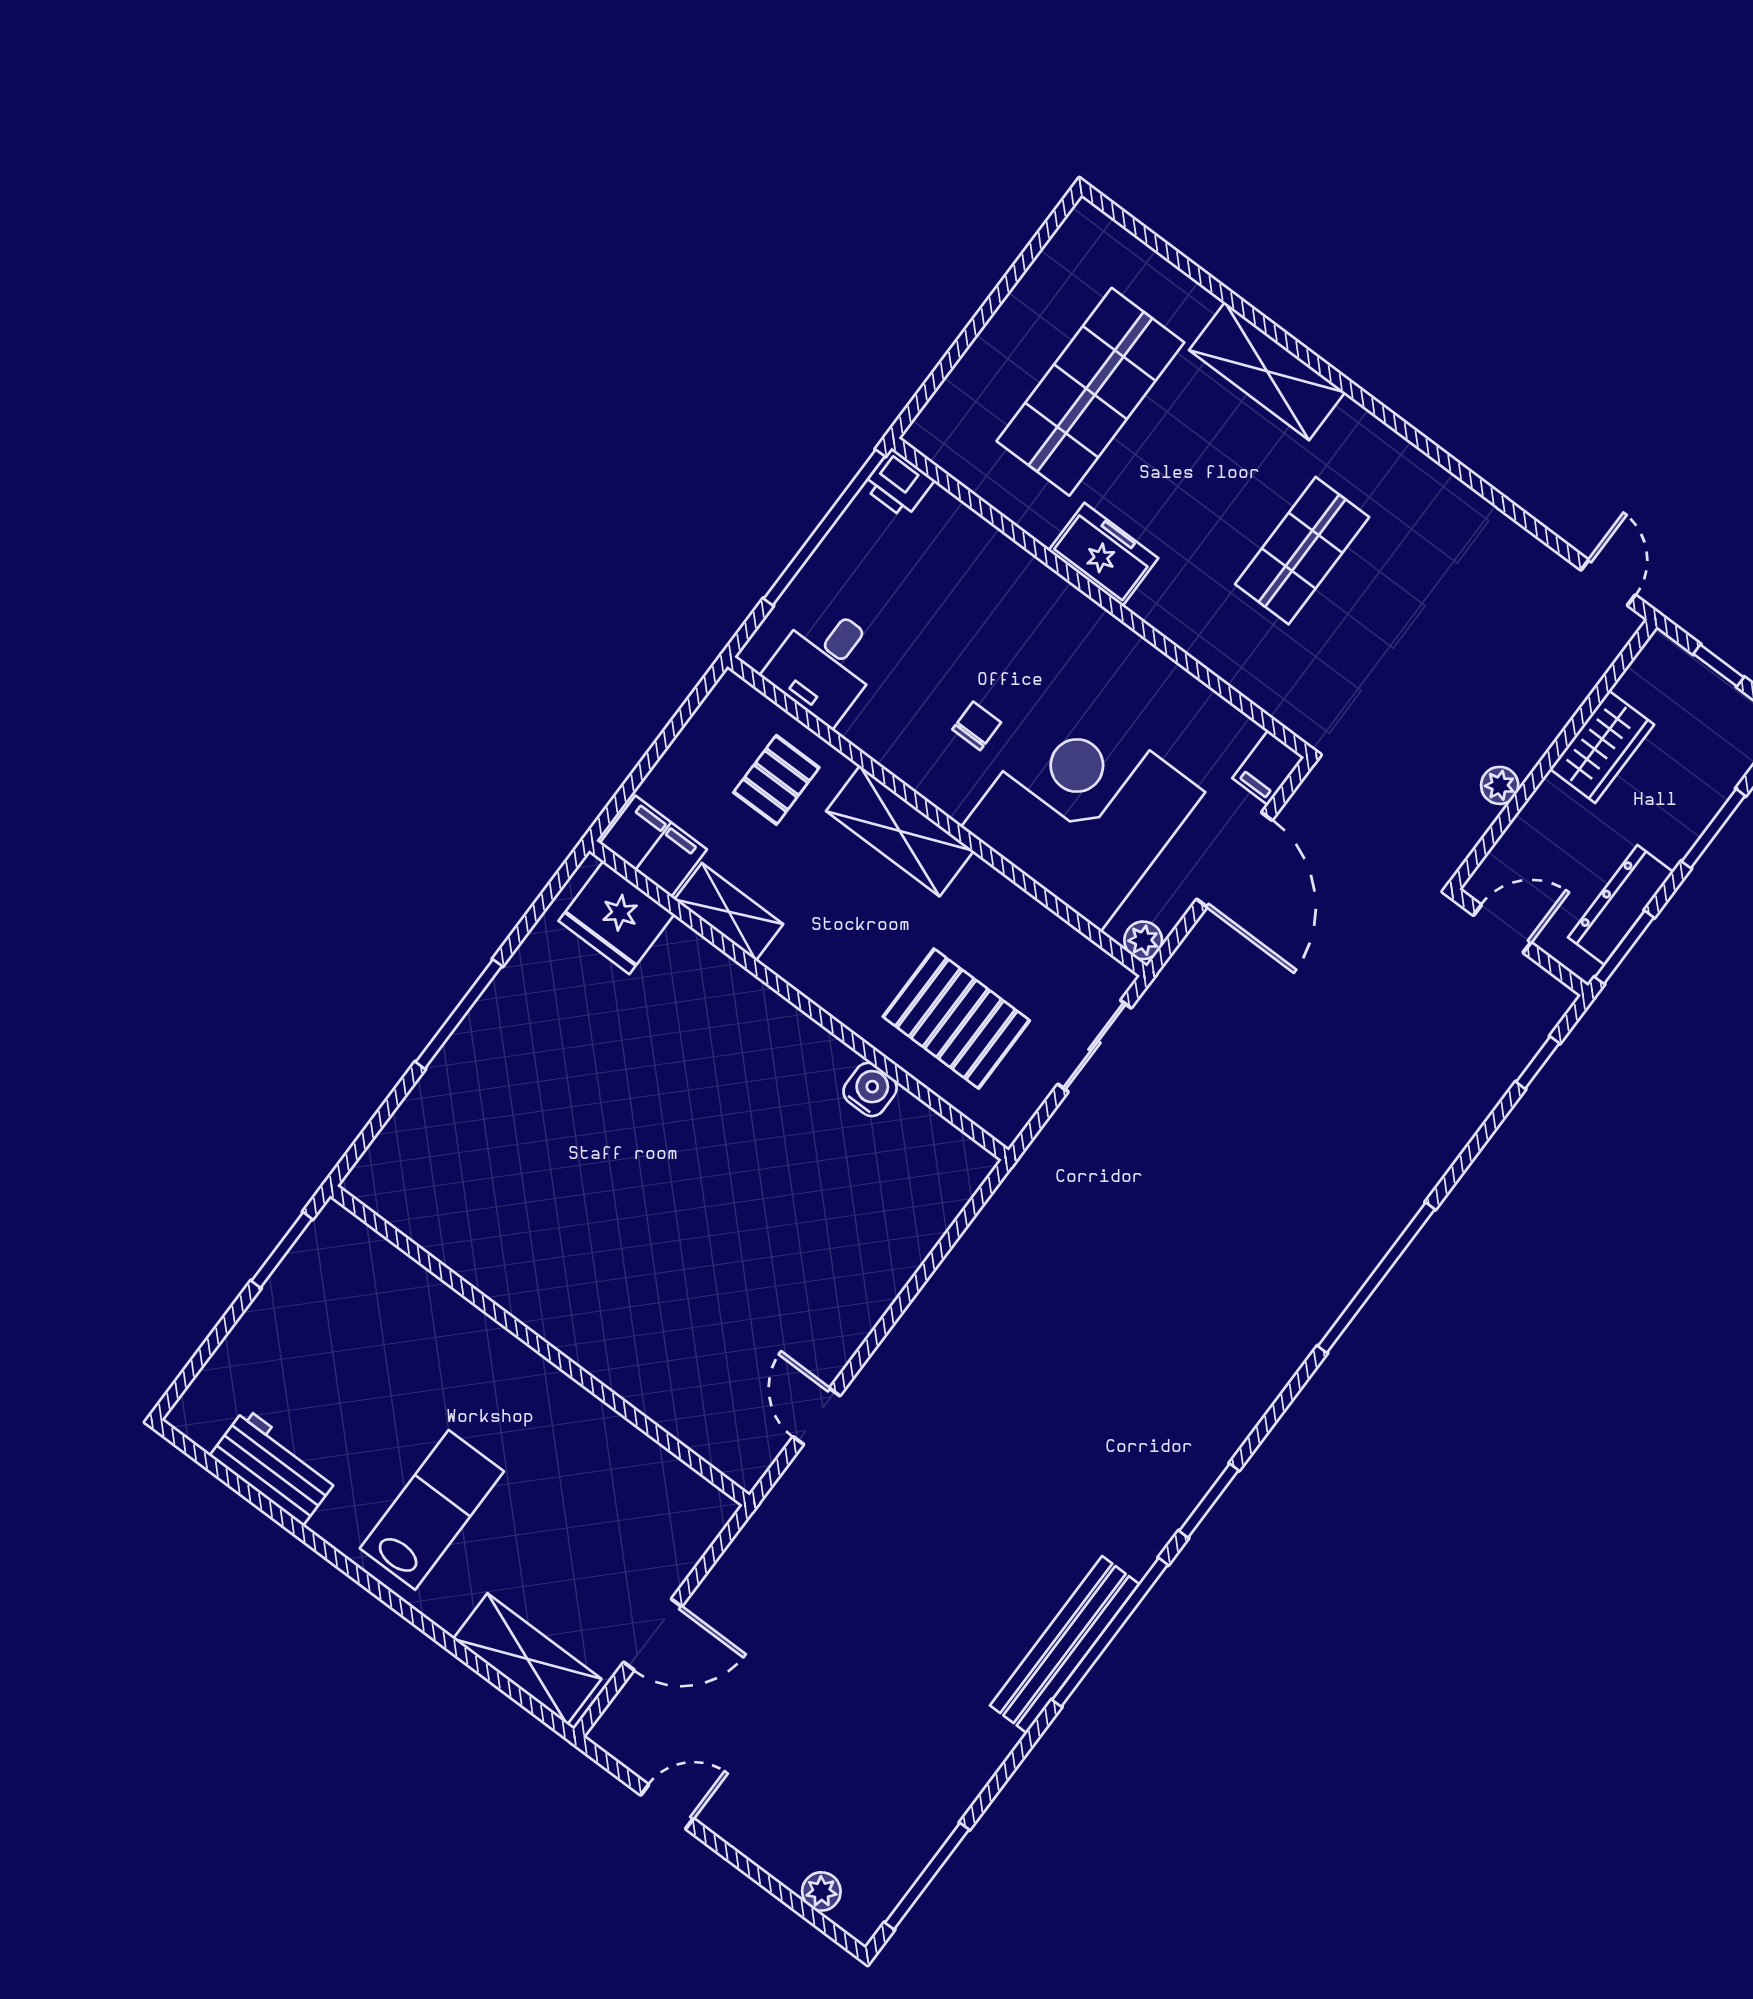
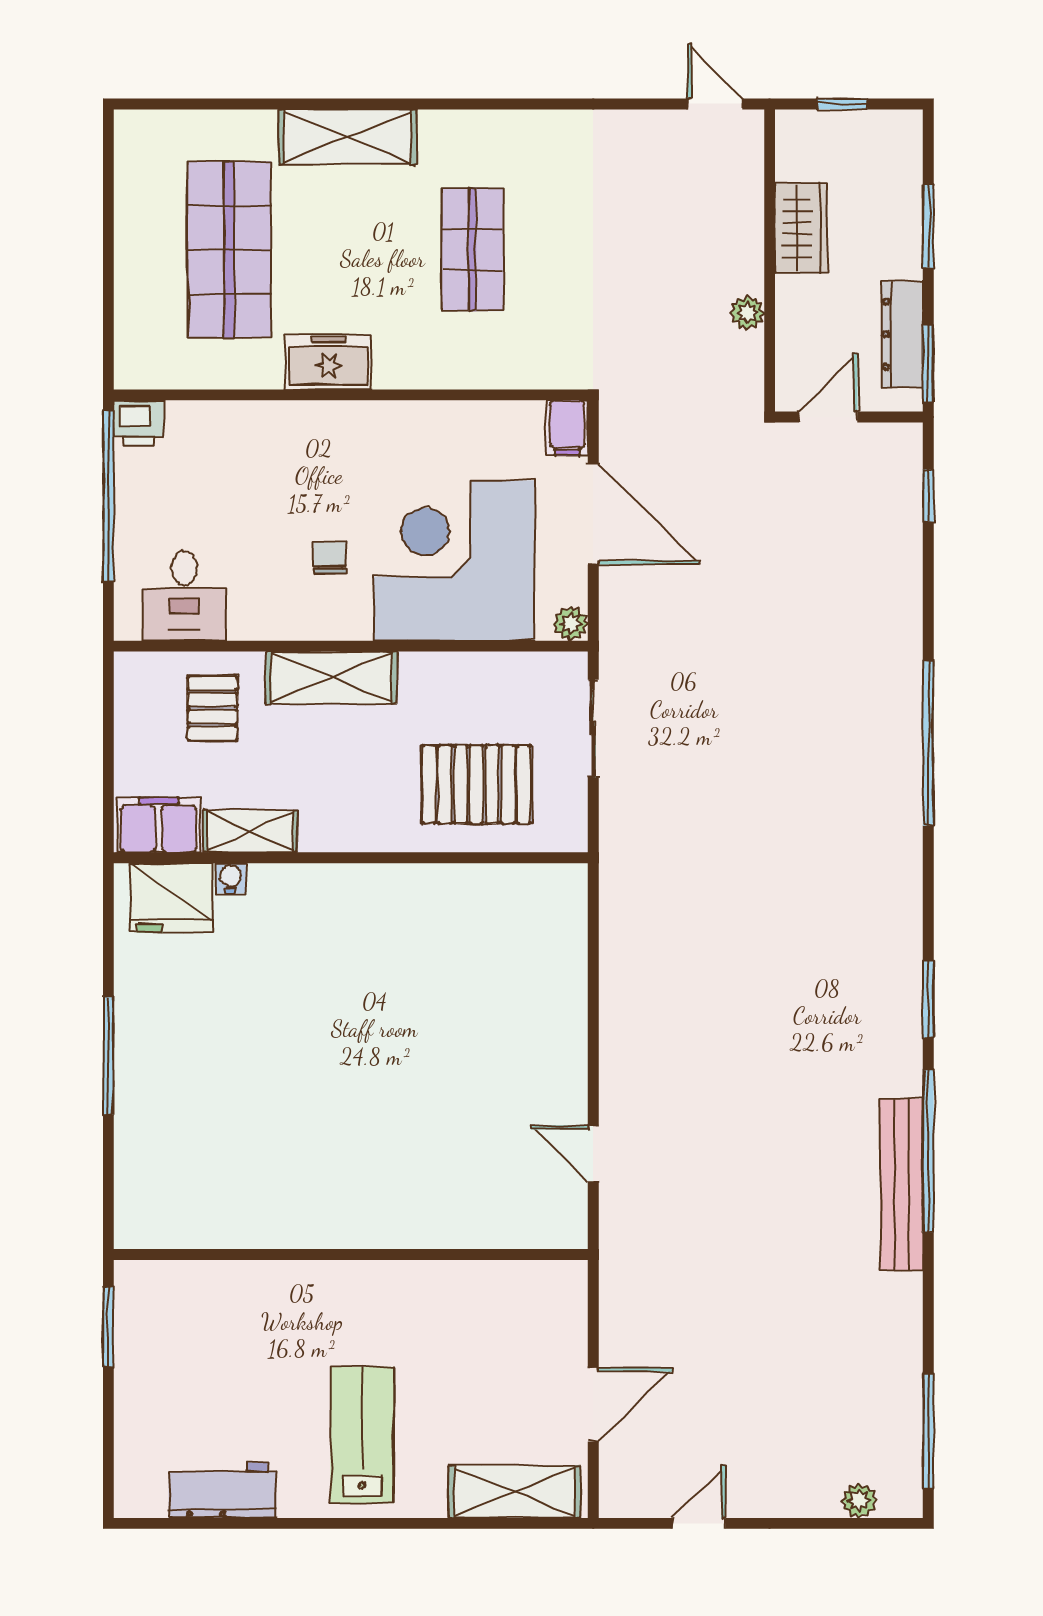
water cooler: (870, 1090) -> (230, 878), moved, width x0.72, depth x0.72

